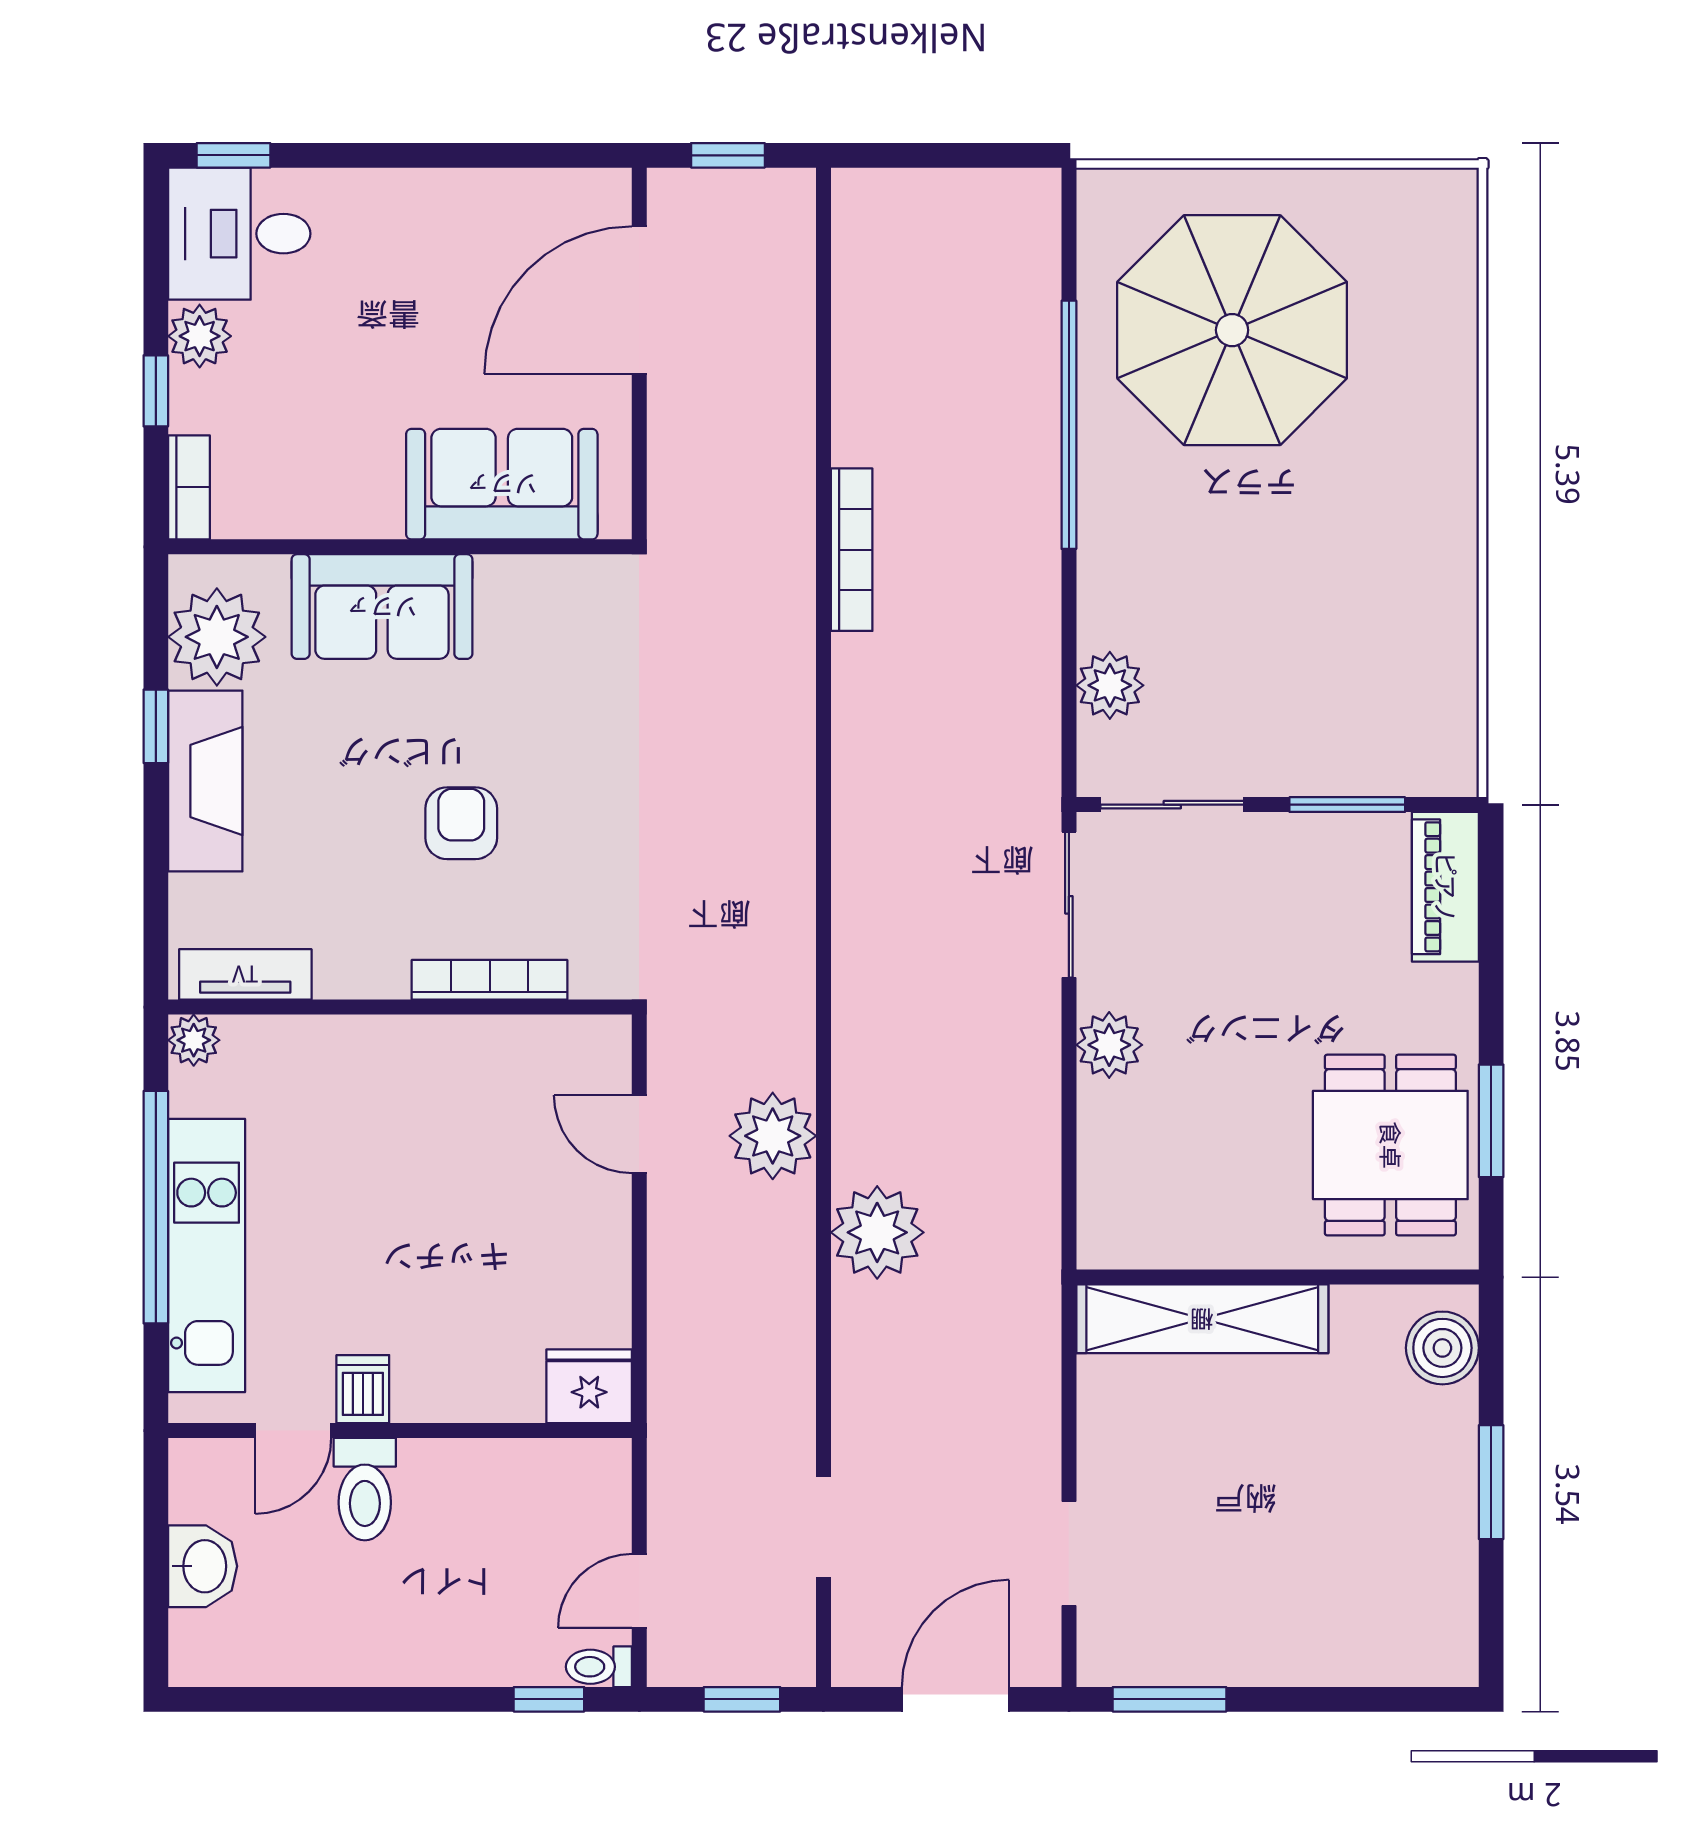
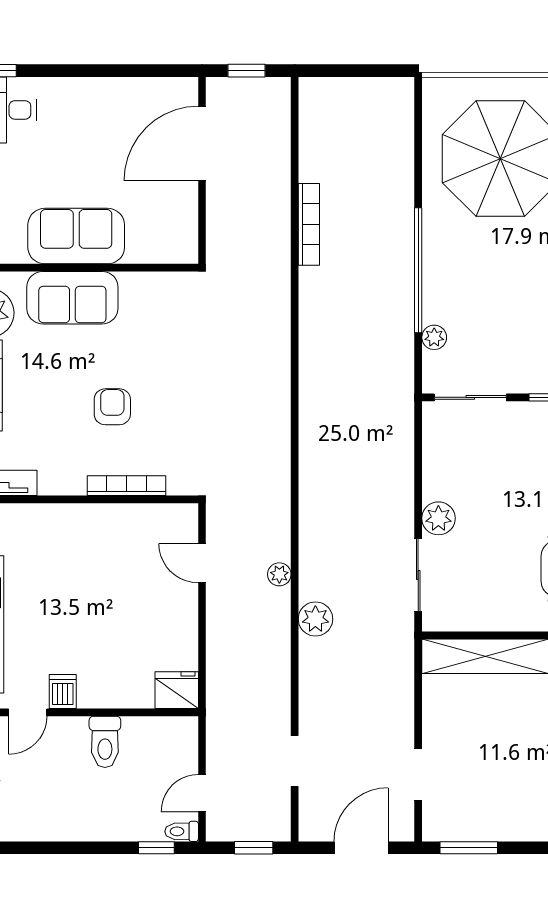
window: (1069, 425) -> (418, 270), moved
sofa: (502, 484) -> (76, 236), moved
bookcase: (852, 550) -> (309, 224), moved
plant: (1110, 685) -> (434, 337), width x0.73, depth x0.73
sliding door: (1069, 905) -> (418, 575), moved
plant: (773, 1136) -> (279, 574), width x0.53, depth x0.53
plant: (877, 1232) -> (315, 619), width x0.73, depth x0.73
toilet: (365, 1489) -> (105, 742), moved

